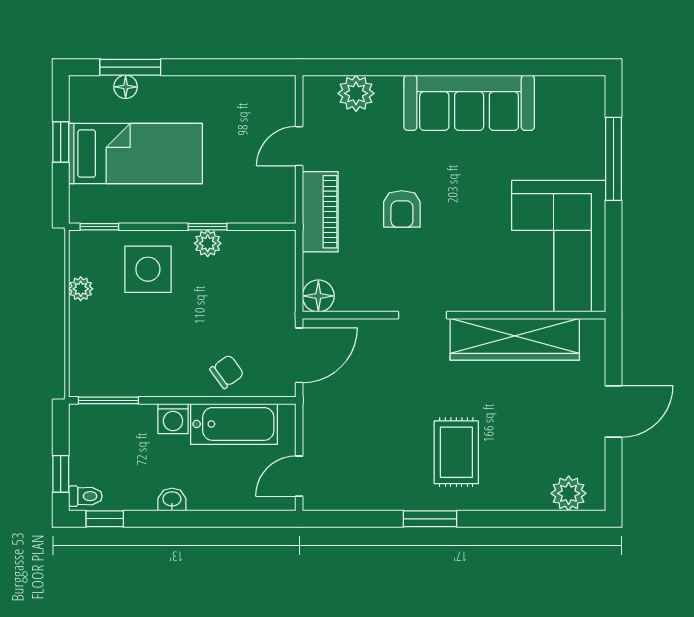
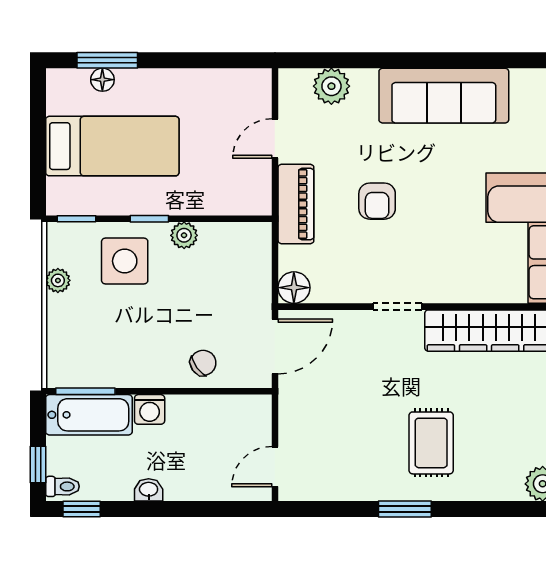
window: (61, 142) -> (38, 135), removed
window: (208, 227) -> (149, 219), moved
bathtub: (234, 424) -> (89, 415), moved

